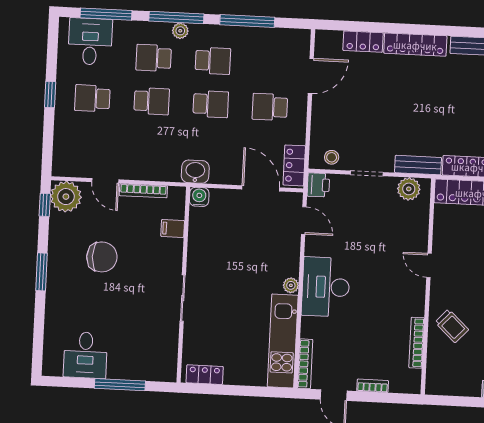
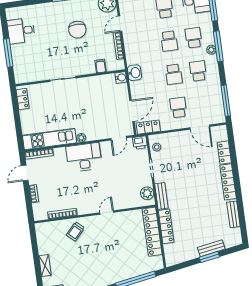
window: (247, 21) -> (226, 101), moved
school desk: (213, 61) -> (198, 71), turned 180

